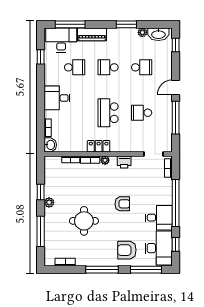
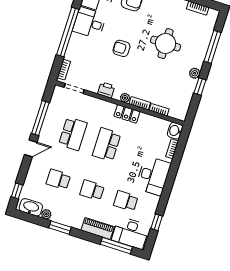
school desk: (108, 67) -> (92, 190), turned 180
desk: (57, 98) -> (153, 176), width x1.37
school desk: (108, 113) -> (107, 145), turned 180
school desk: (142, 113) -> (73, 134), width x1.85

